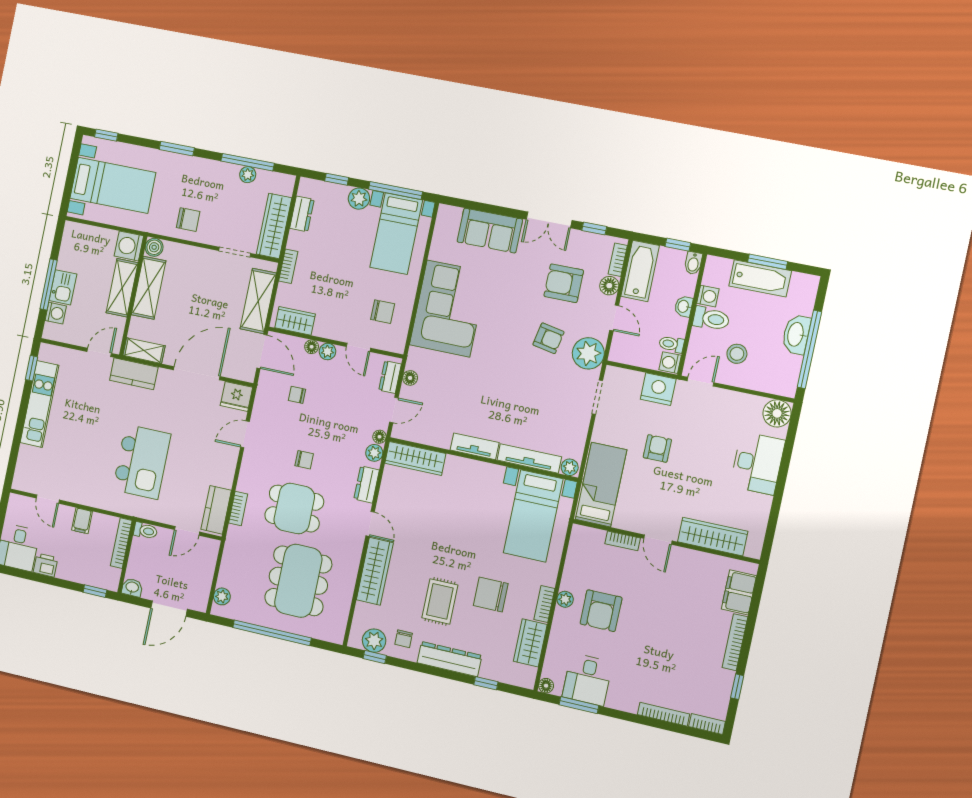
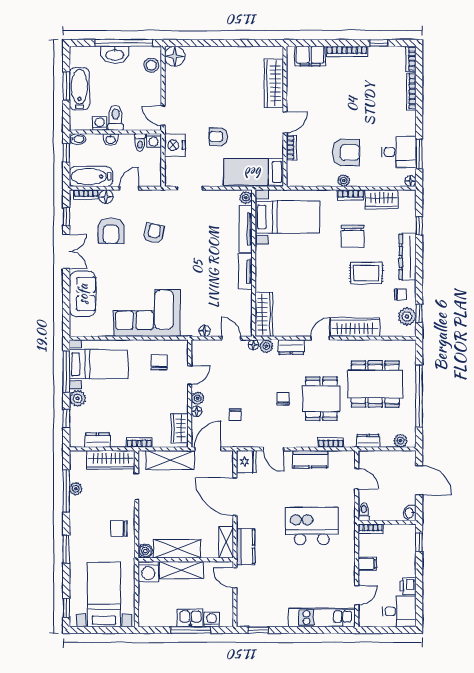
chair: (188, 220) -> (119, 529), turned -90
plant: (588, 353) -> (159, 202), removed
stool: (737, 354) -> (151, 65), moved
dresser: (390, 377) -> (368, 441), moved, turned 180
kitchen unit: (40, 404) -> (322, 618), moved
desk: (757, 463) -> (214, 63), removed
kitchen counter: (216, 510) -> (310, 459), moved
bookcase: (121, 543) -> (371, 529), width x0.64

